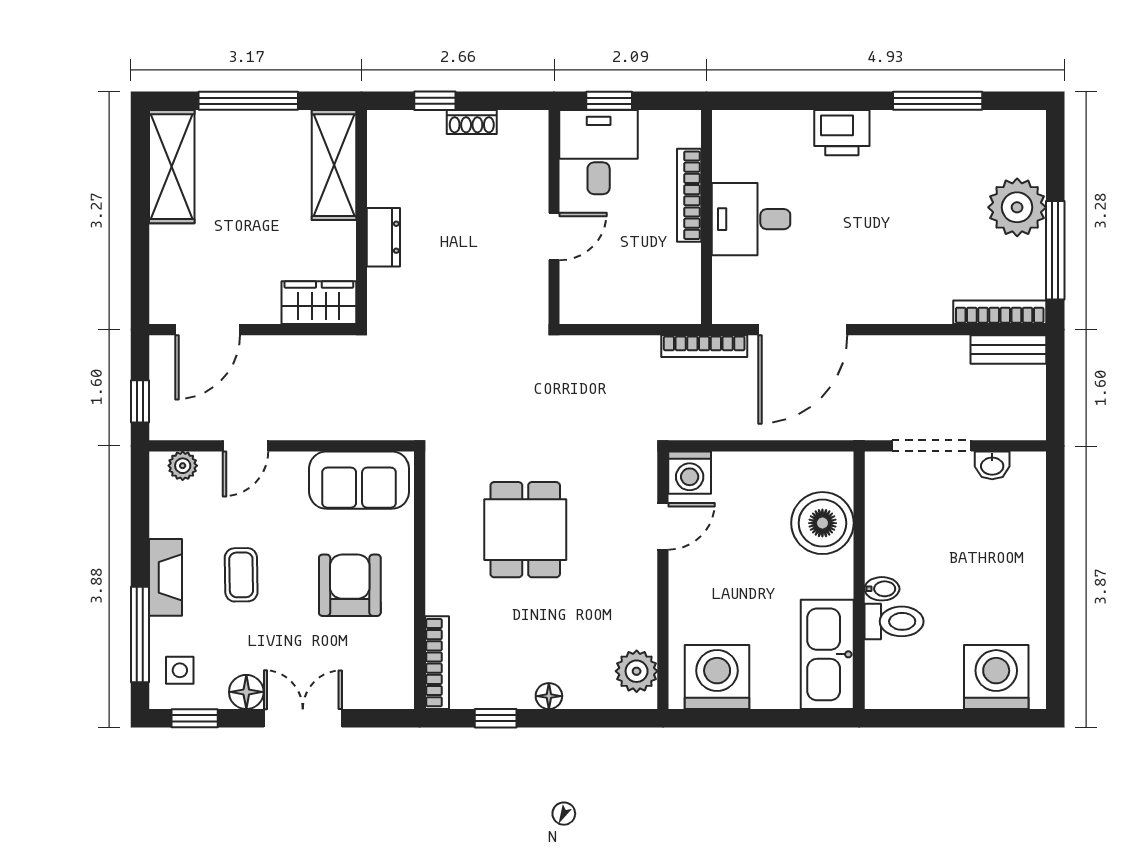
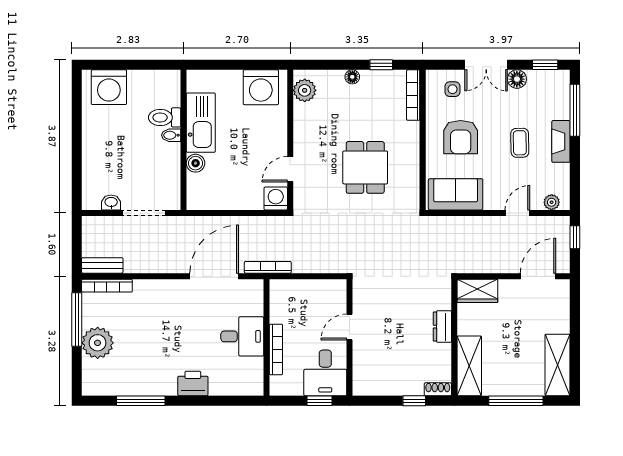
shoe rack: (472, 122) -> (438, 389), moved
boiler: (822, 523) -> (196, 163), width x0.54, depth x0.54
kitchen sink: (827, 654) -> (201, 123), moved
side table: (180, 670) -> (452, 89), moved

